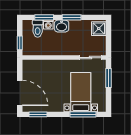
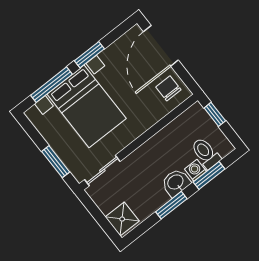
chair: (31, 71) -> (168, 88), added
bed with nightstands: (81, 92) -> (87, 106), width x1.36
door: (20, 93) -> (161, 46), hinge flipped
window: (38, 114) -> (89, 55), moved

